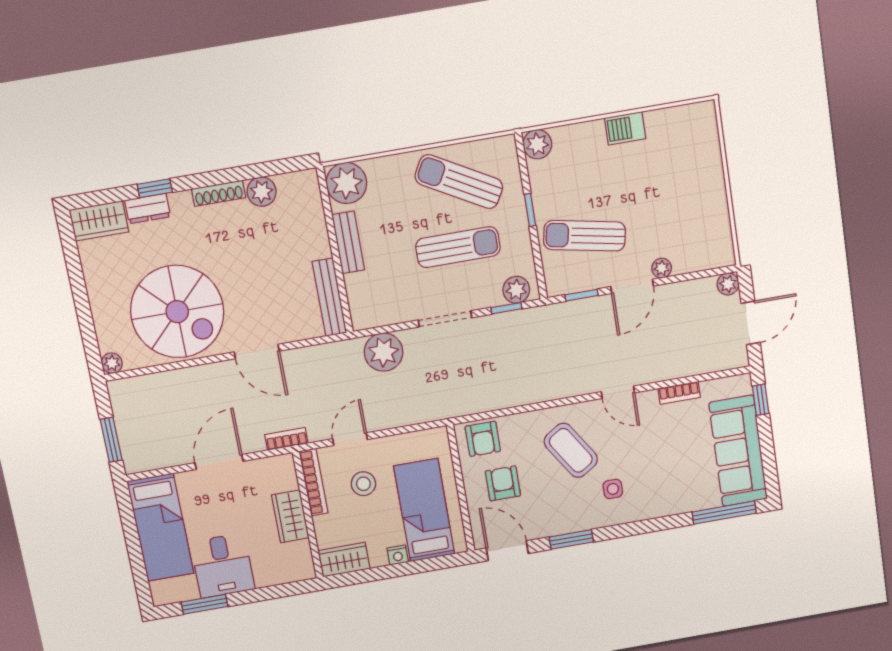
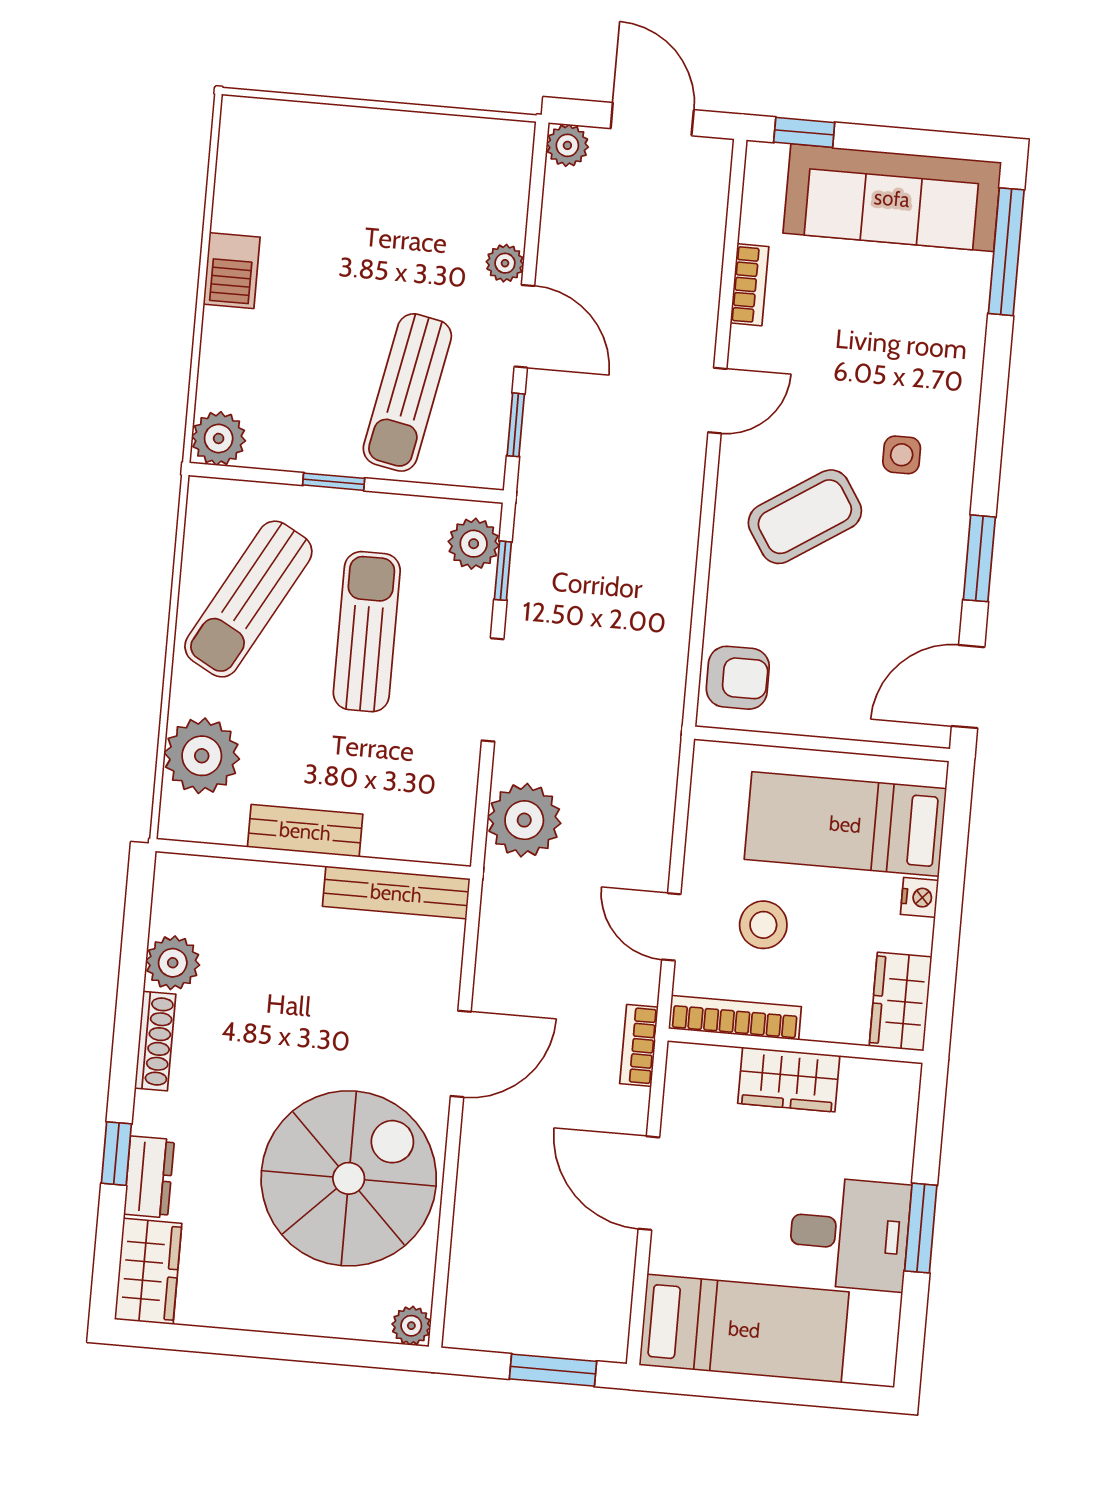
plant: (346, 183) -> (202, 756), moved
armchair: (503, 483) -> (834, 661), removed
window: (205, 604) -> (921, 1228), moved

